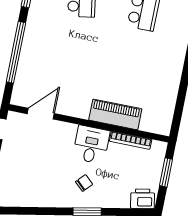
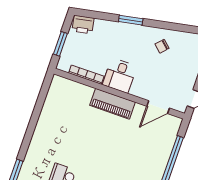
piano: (115, 114) -> (113, 104), moved
chair: (84, 183) -> (162, 46), moved

